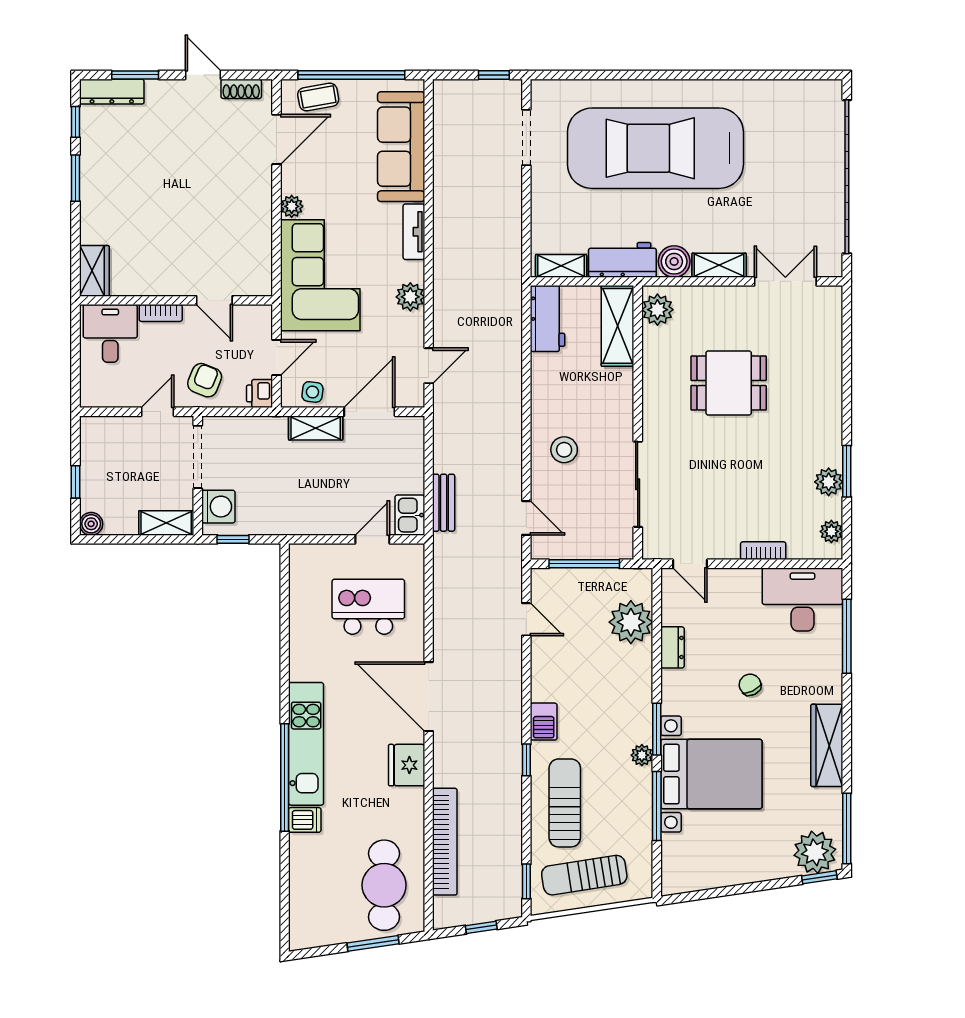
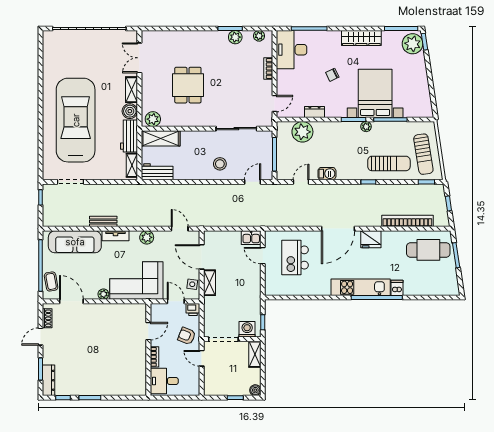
car: (655, 148) -> (76, 120), turned 180
wardrobe: (94, 271) -> (134, 389), removed
bench: (444, 503) -> (103, 221), moved
barbecue: (544, 722) -> (327, 174), moved
sun lounger: (565, 803) -> (389, 163), turned 180

